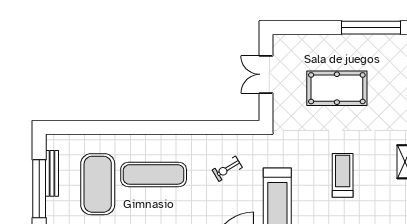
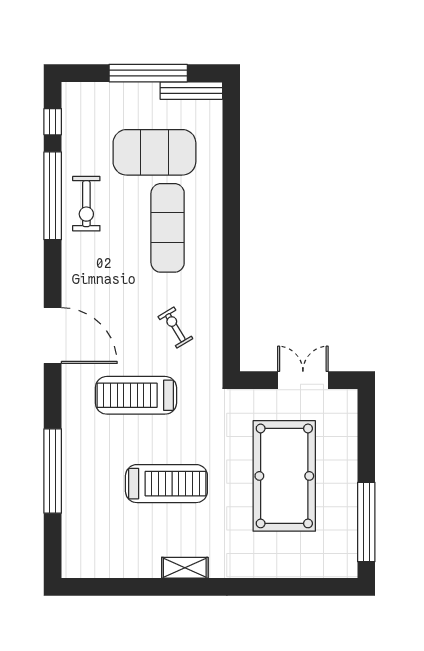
pool table: (337, 88) -> (284, 476), width x1.36, depth x1.32
bench: (52, 173) -> (191, 91), moved
treadmill: (343, 175) -> (166, 484), width x1.37, depth x1.38

